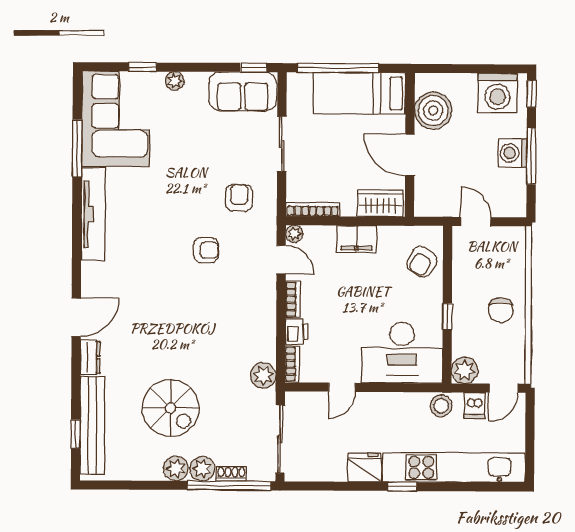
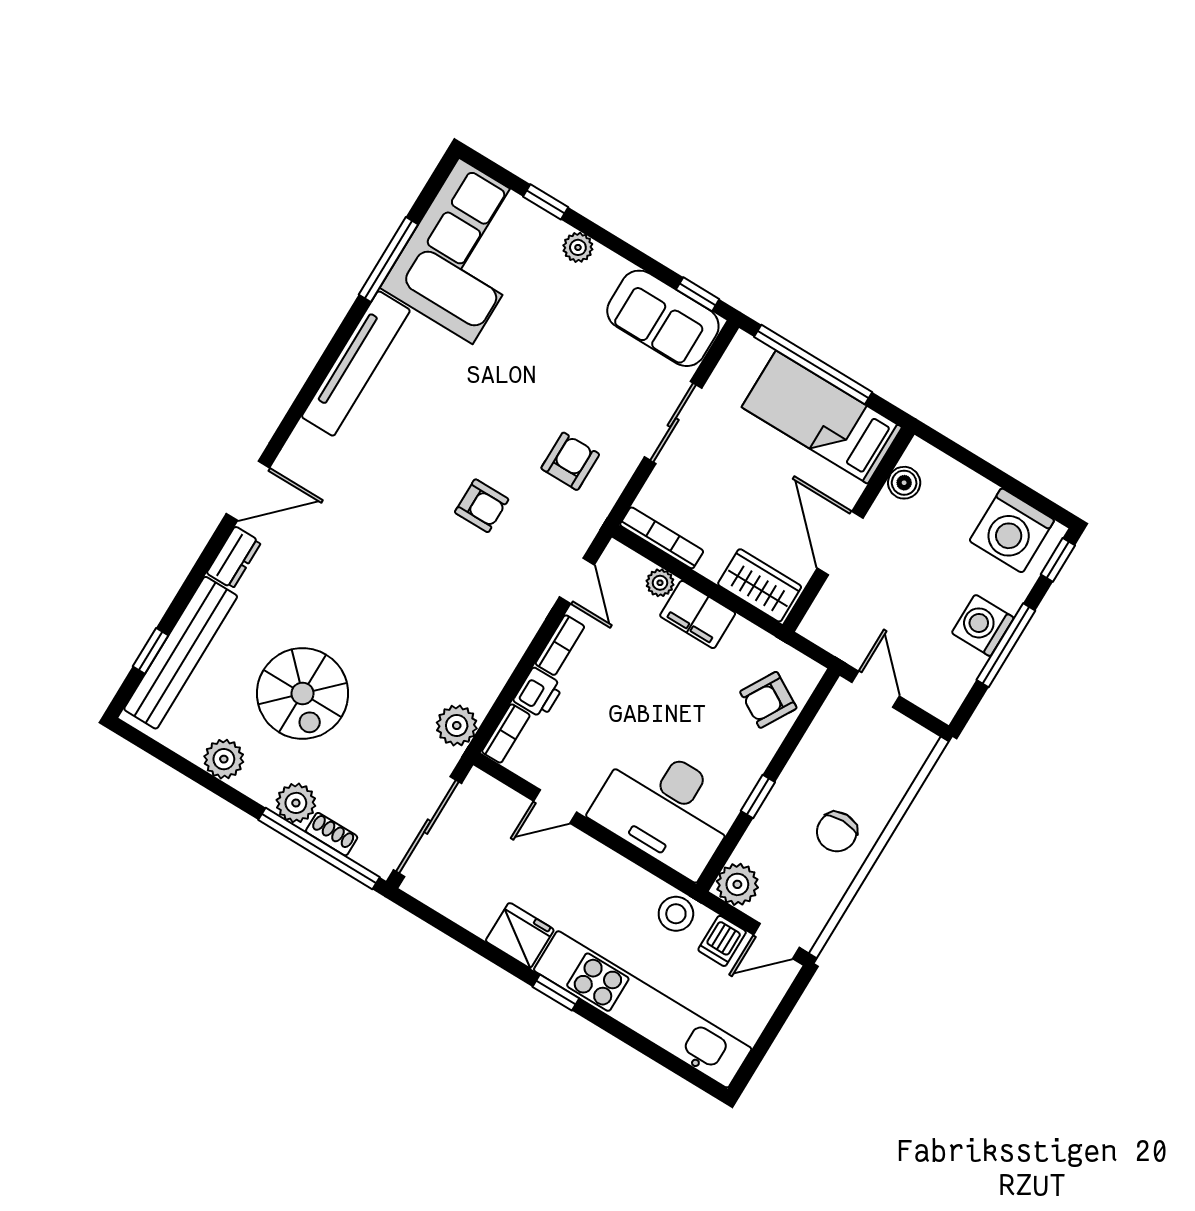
boiler: (433, 111) -> (904, 483), width x0.54, depth x0.54
plant: (294, 234) -> (660, 583), moved
plant: (176, 468) -> (224, 759), moved

